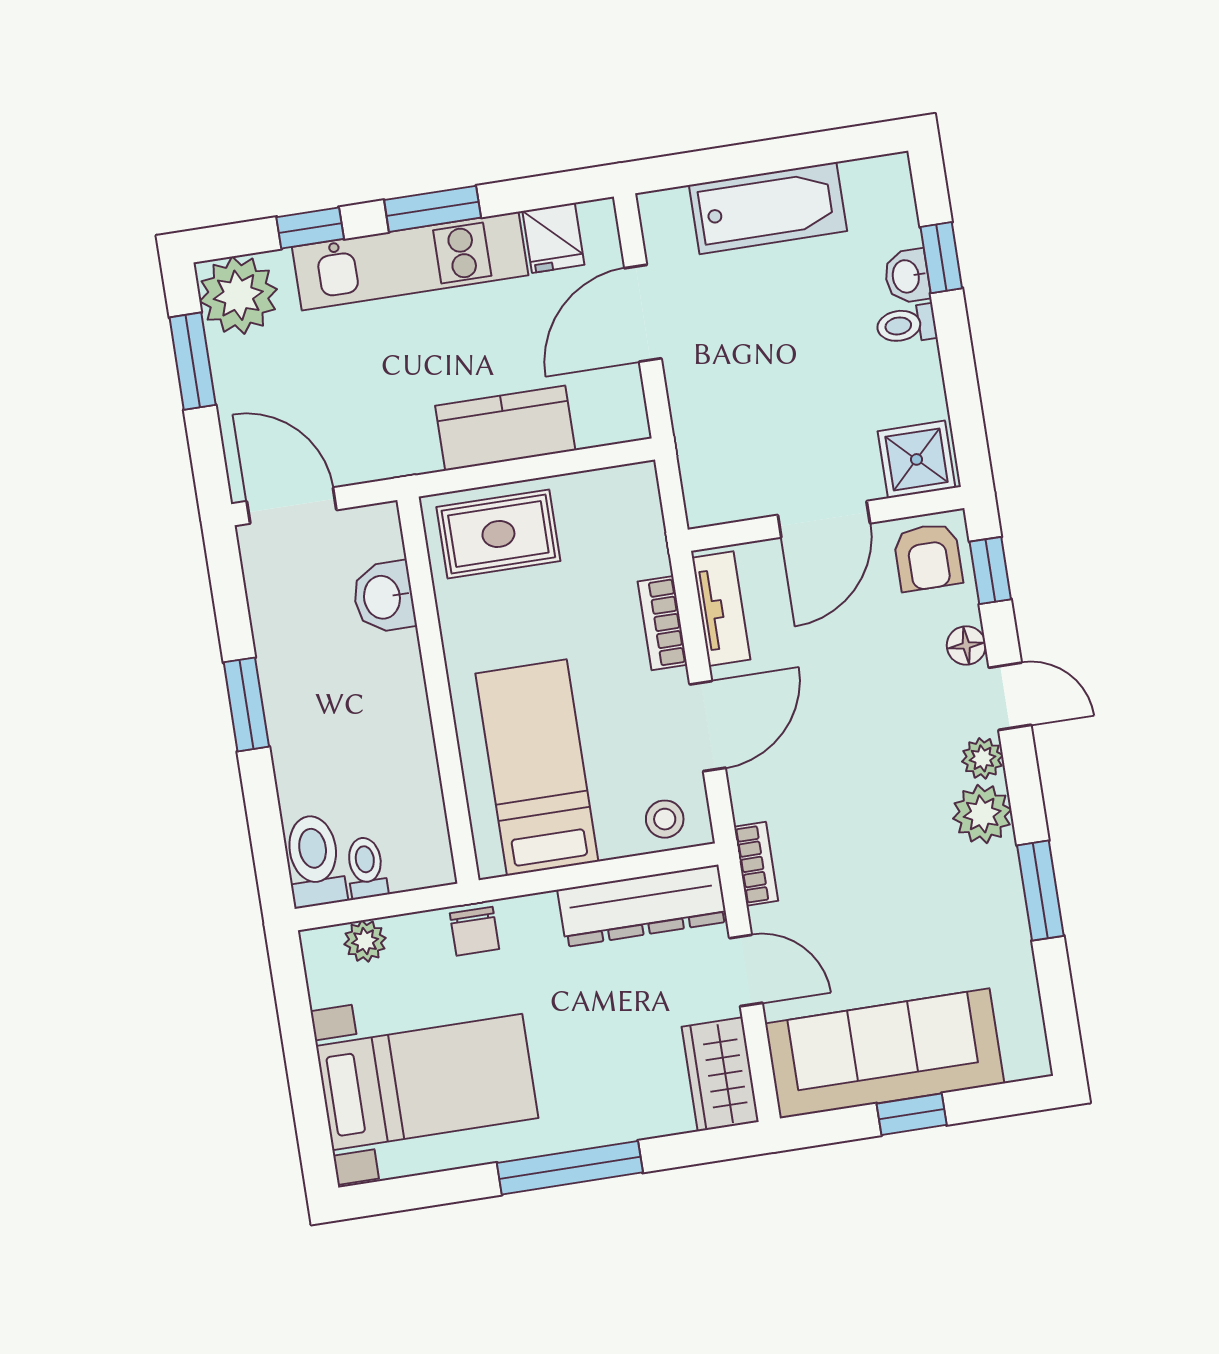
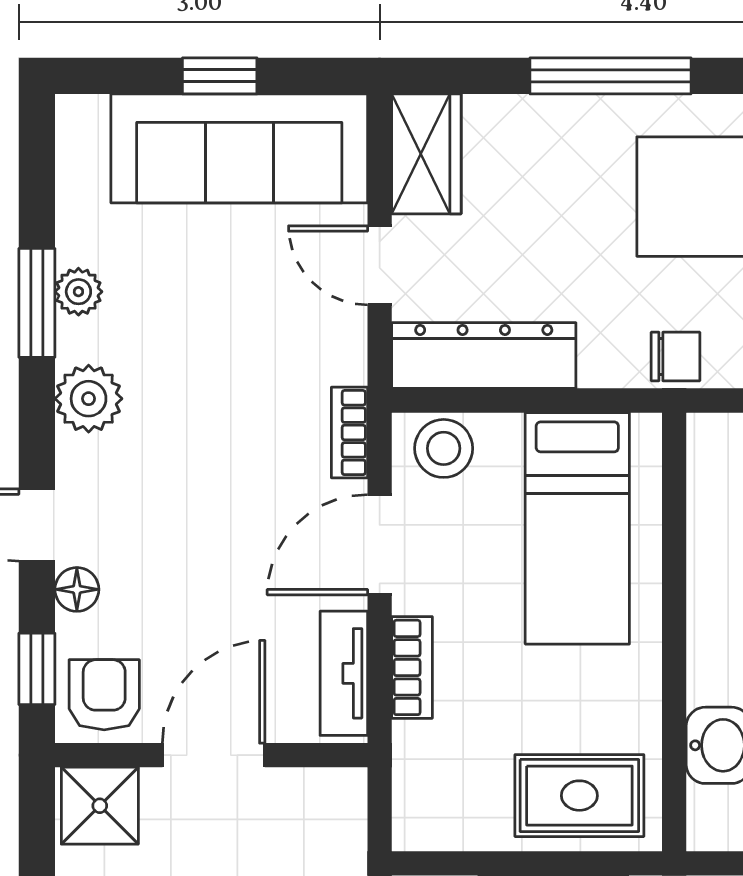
plant: (982, 758) -> (78, 292), moved
stool: (665, 819) -> (444, 448), width x1.37, depth x1.37
bookcase: (756, 864) -> (349, 433), moved
chair: (474, 931) -> (675, 357), turned 90

